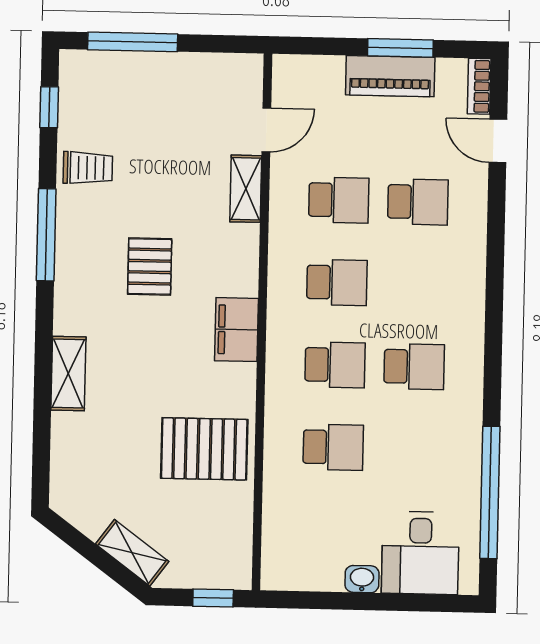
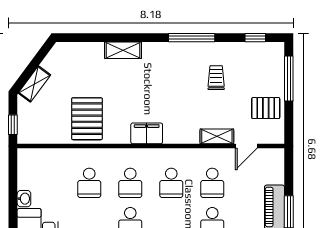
door: (266, 130) -> (246, 146), hinge flipped
trolley: (88, 168) -> (216, 78), moved, turned 180
pallet: (150, 267) -> (266, 108), moved

